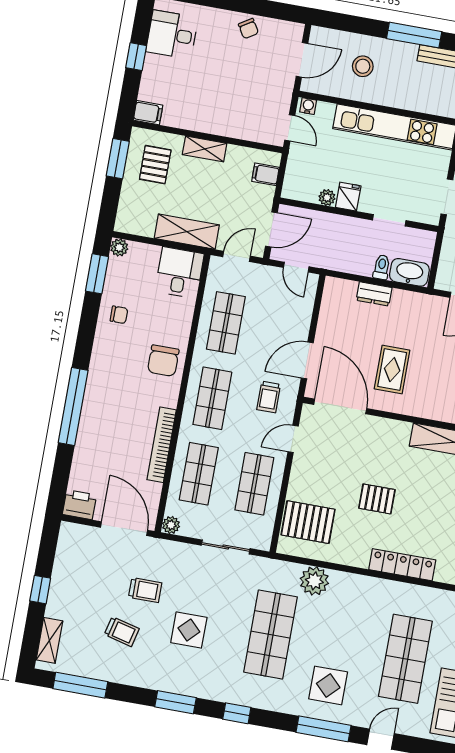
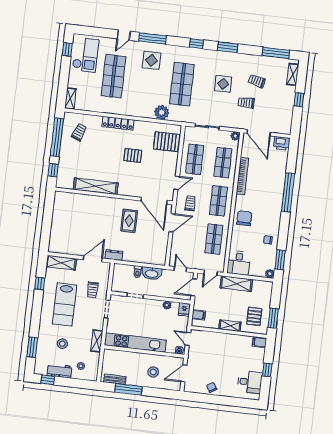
fridge: (348, 197) -> (184, 309), moved
washbasin: (409, 272) -> (152, 273), moved
dresser: (374, 294) -> (114, 255), moved

